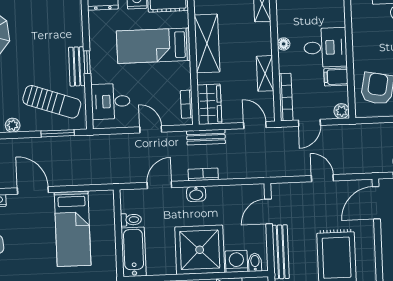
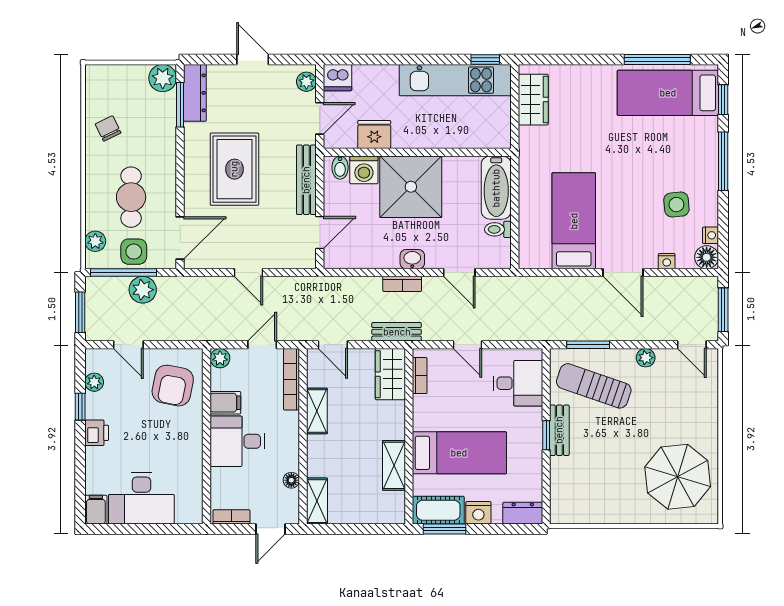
shelving: (207, 43) -> (394, 465), width x0.67, depth x0.75
floor lamp: (284, 44) -> (291, 480), moved
door: (159, 185) -> (459, 273), hinge flipped

